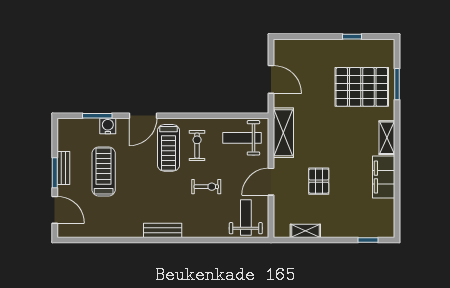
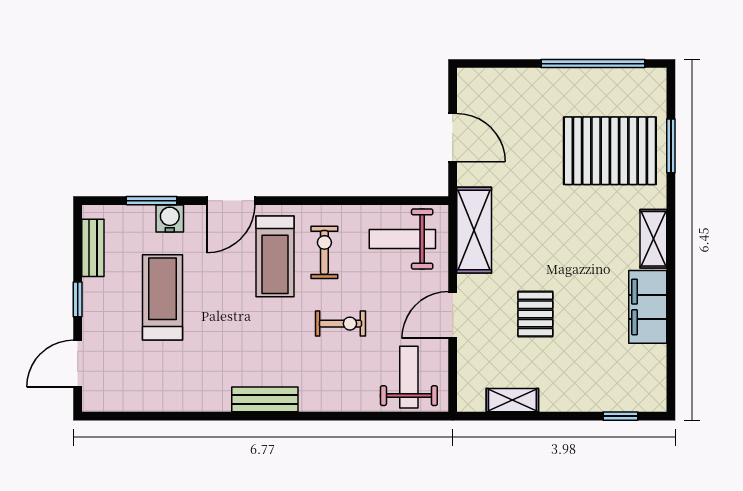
window: (352, 37) -> (593, 64), width x3.17
bench: (63, 168) -> (93, 248), moved
window: (55, 173) -> (78, 299), width x0.67
door: (55, 210) -> (78, 364), swing flipped

